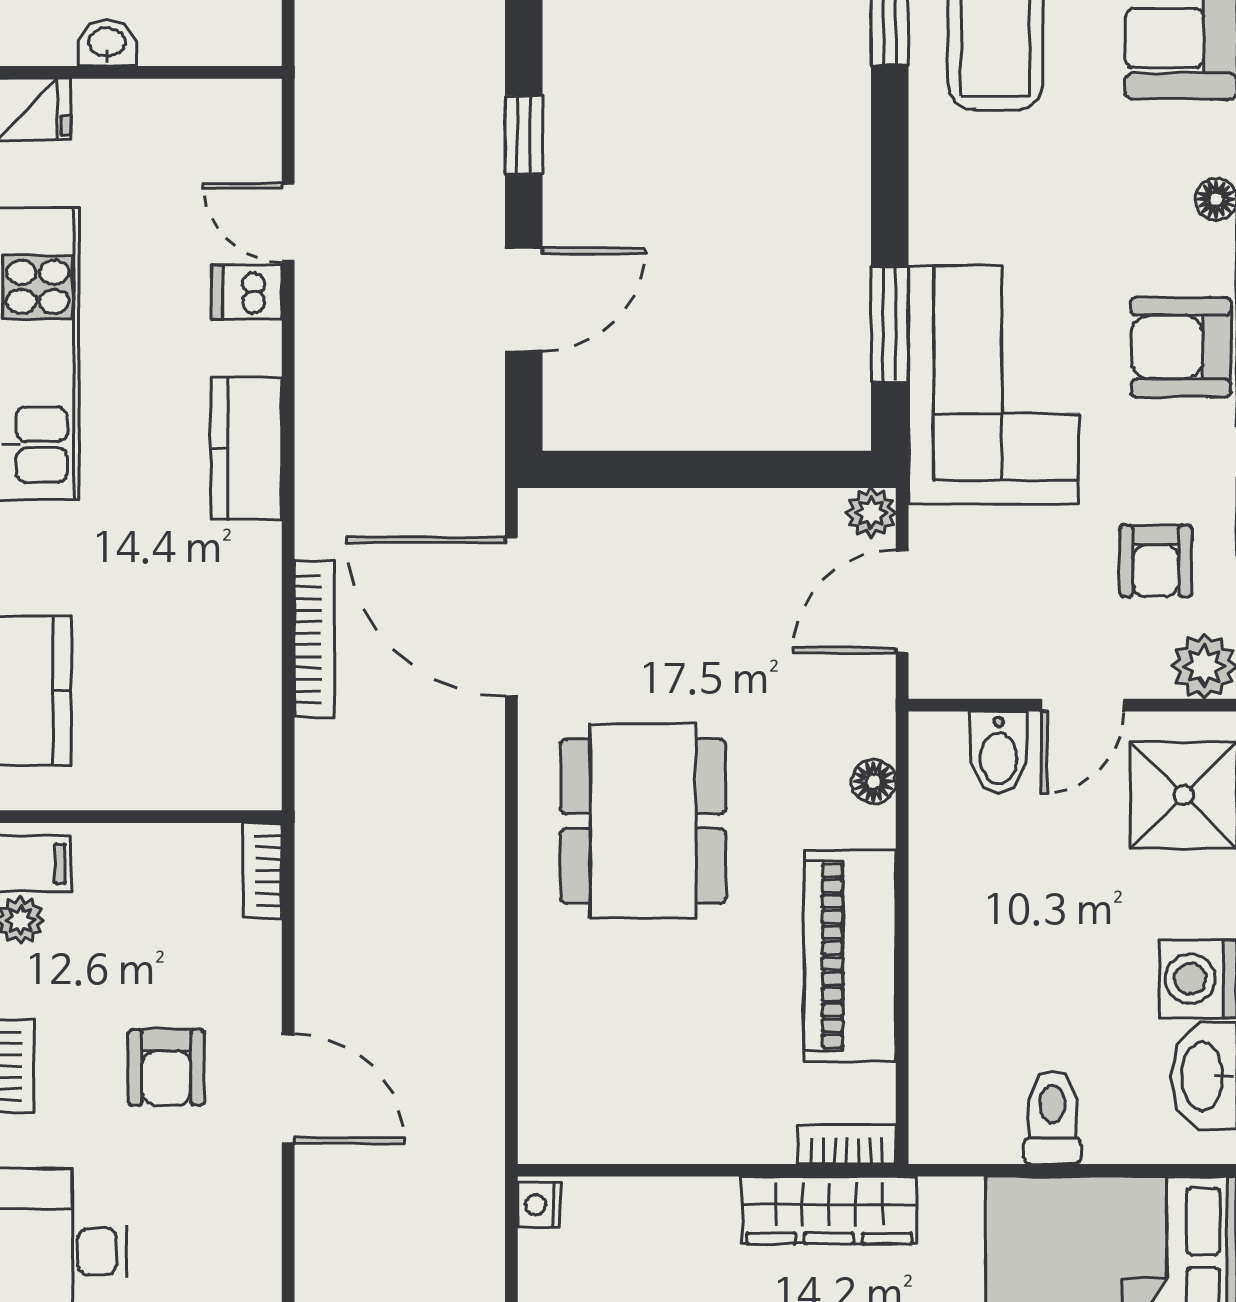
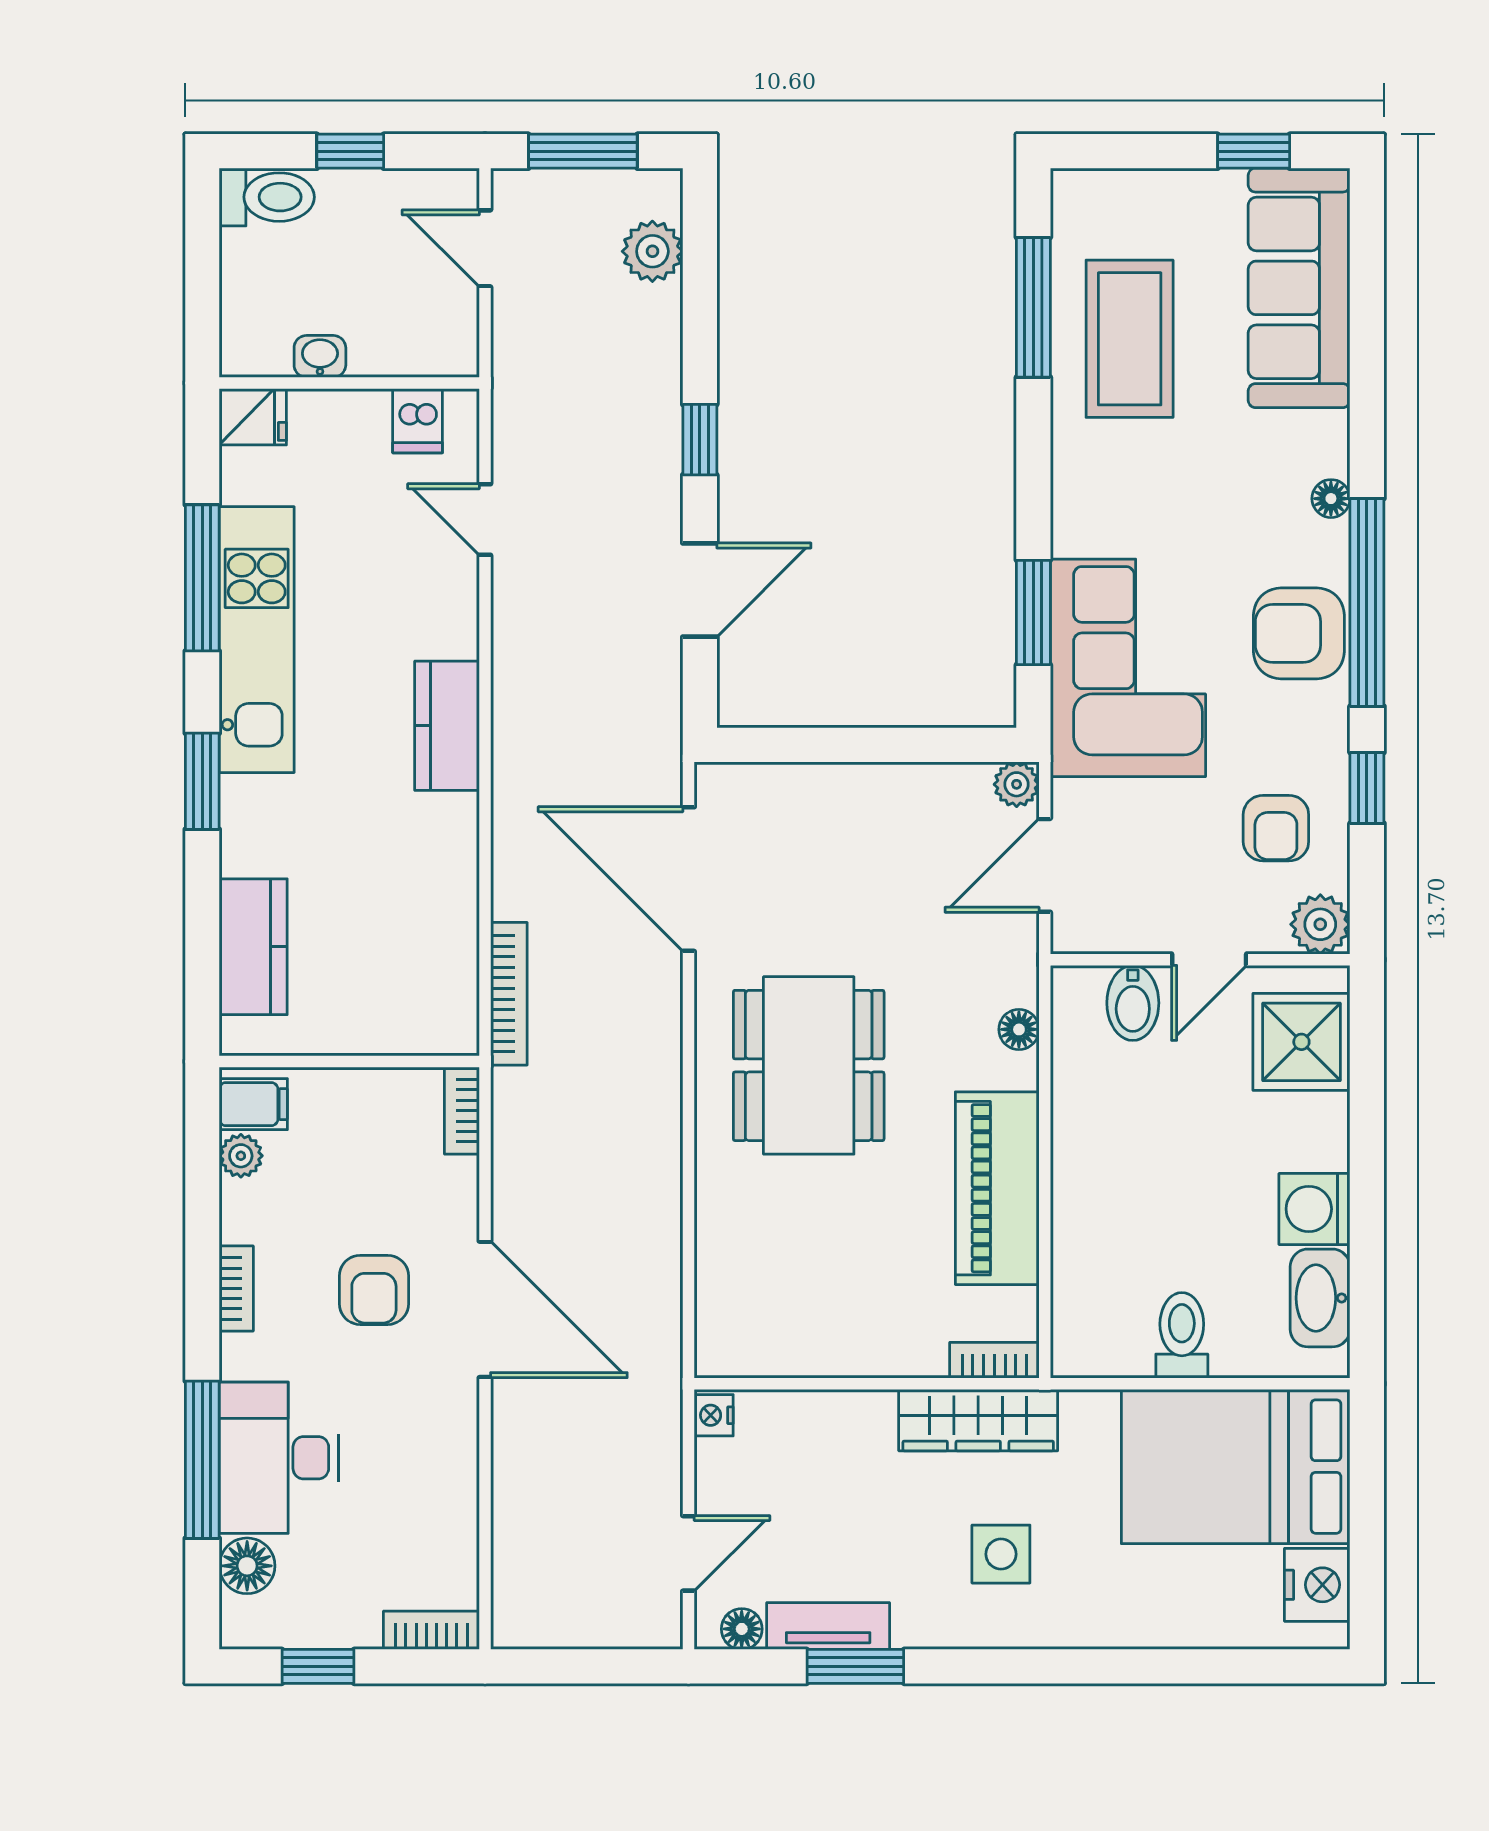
dishwasher: (247, 292) -> (418, 421), moved, turned -90
bookcase: (314, 639) -> (509, 994), moved
door: (288, 1089) -> (485, 1309), width x1.36

